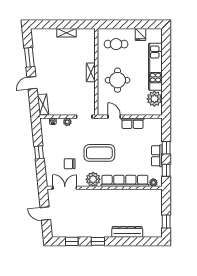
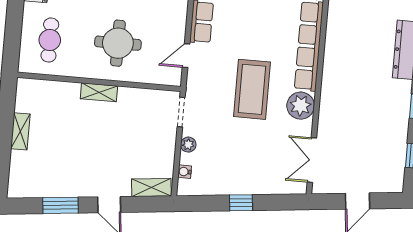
chair: (70, 164) -> (268, 147), removed

